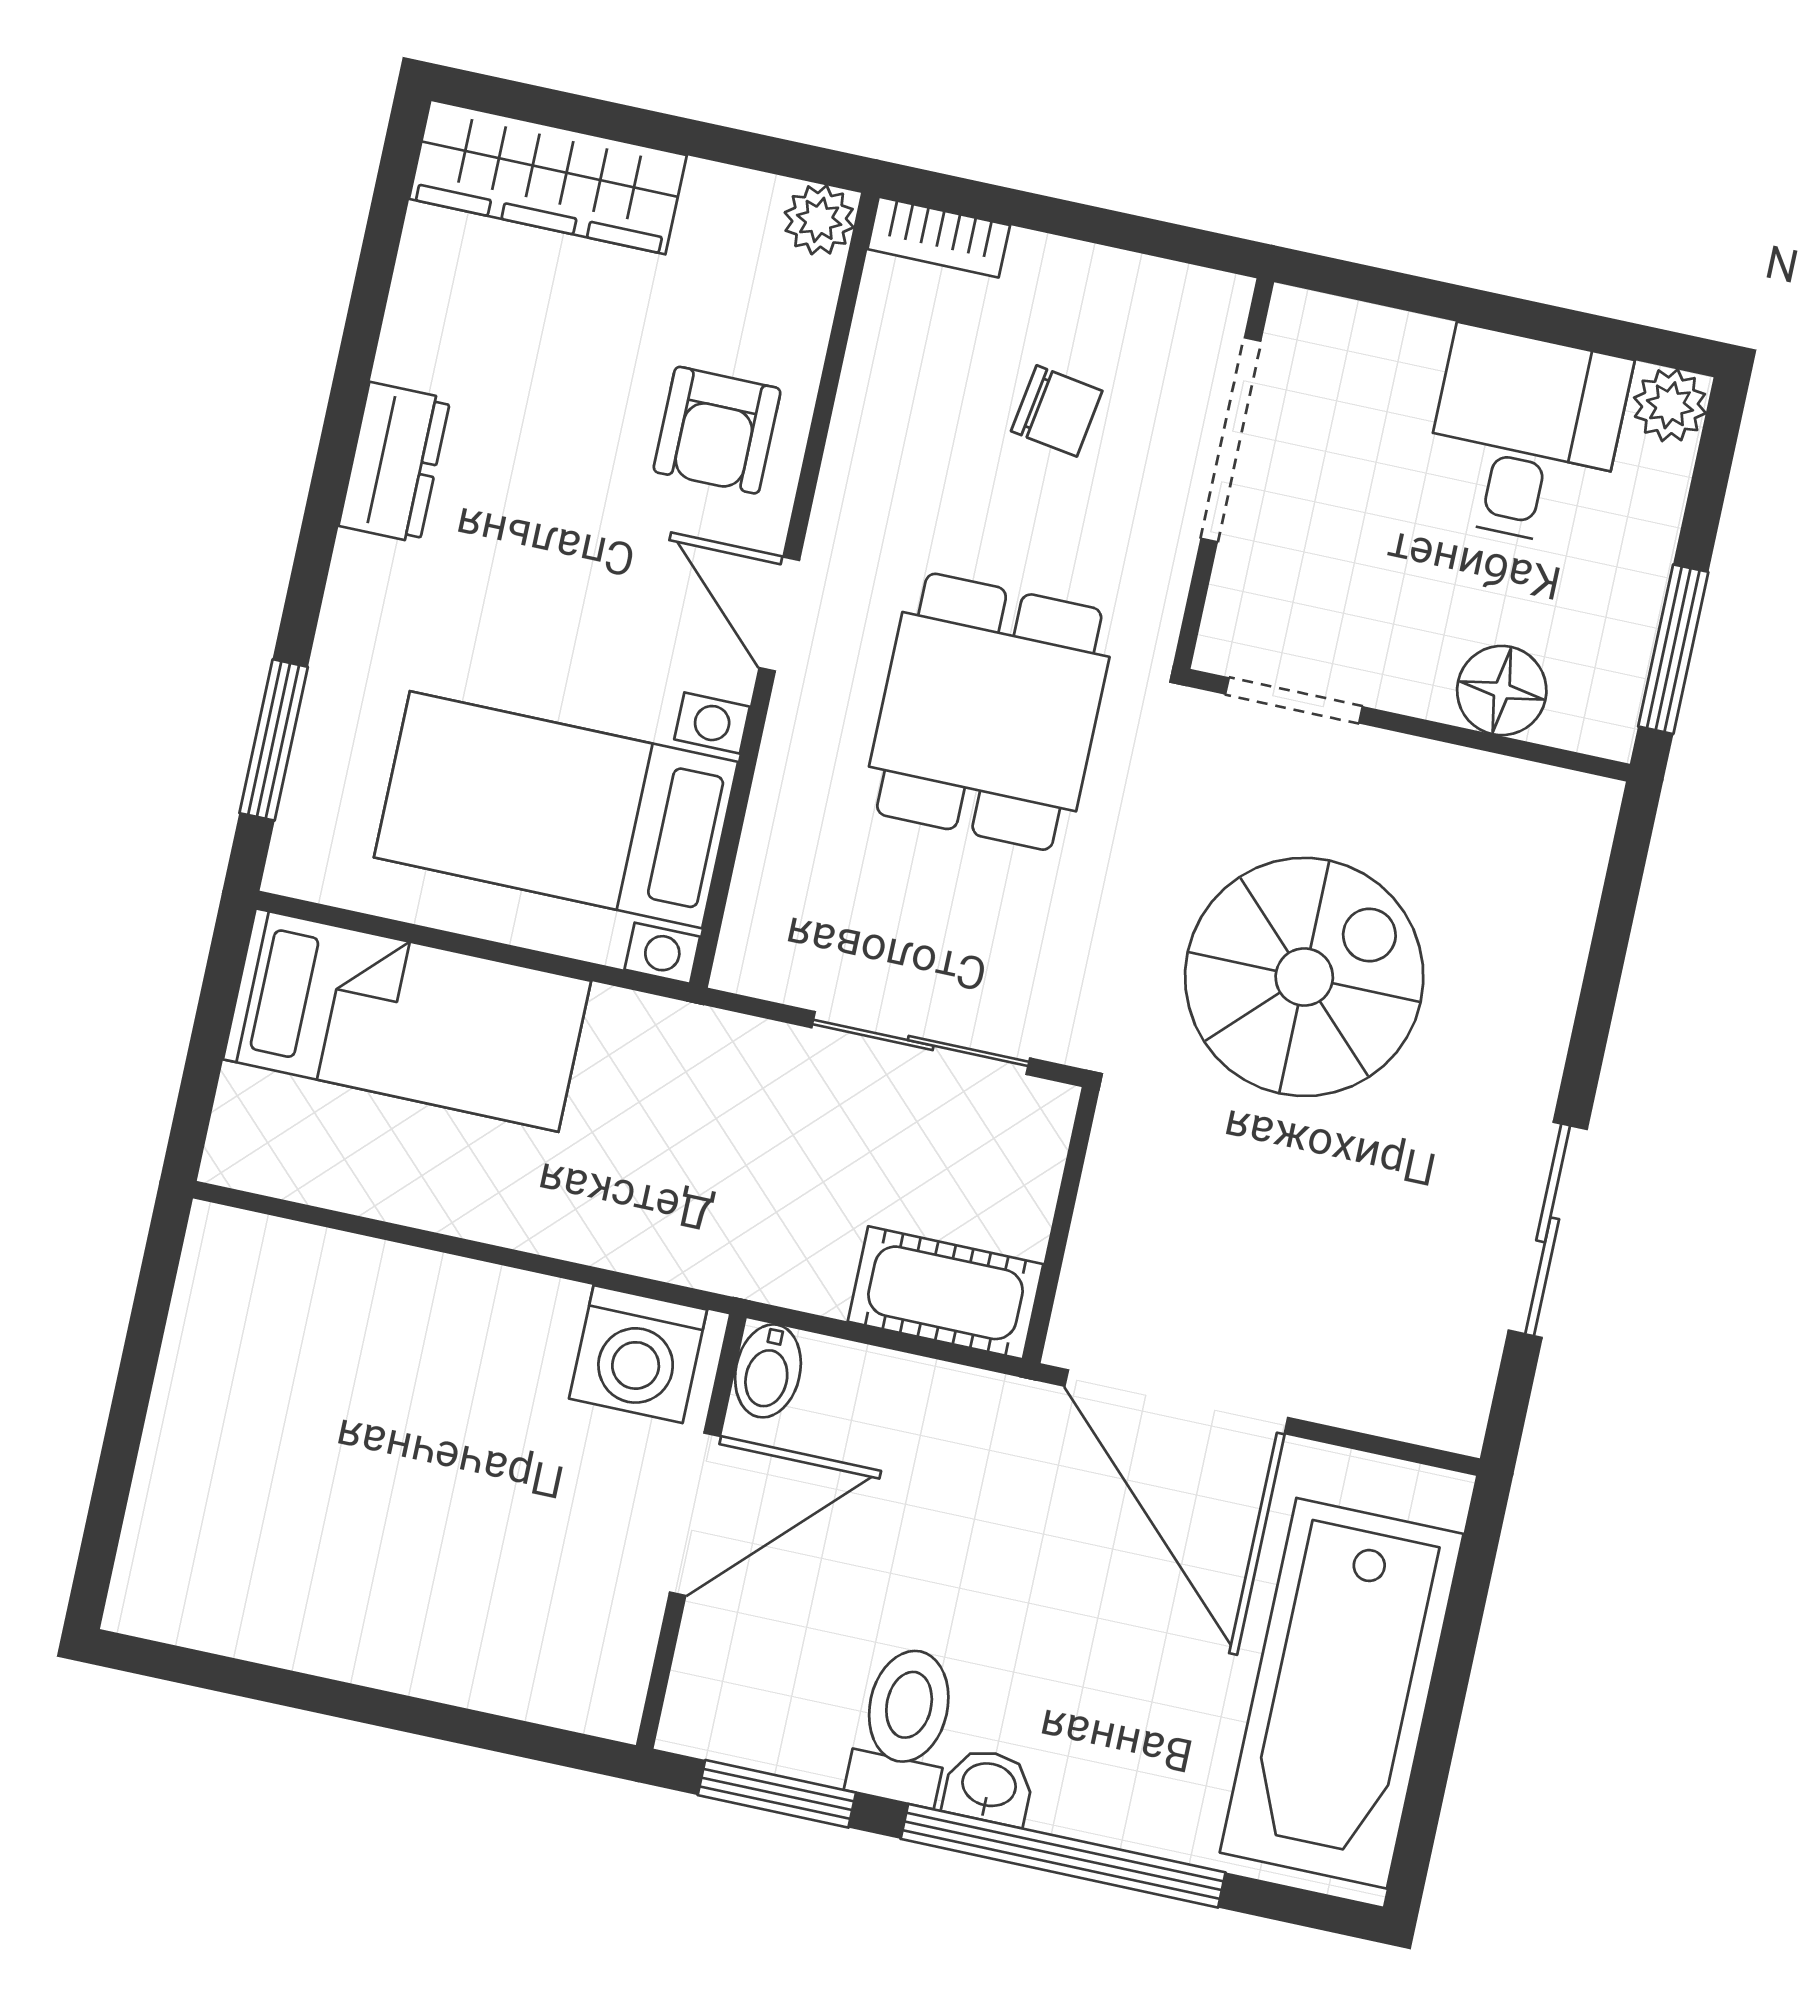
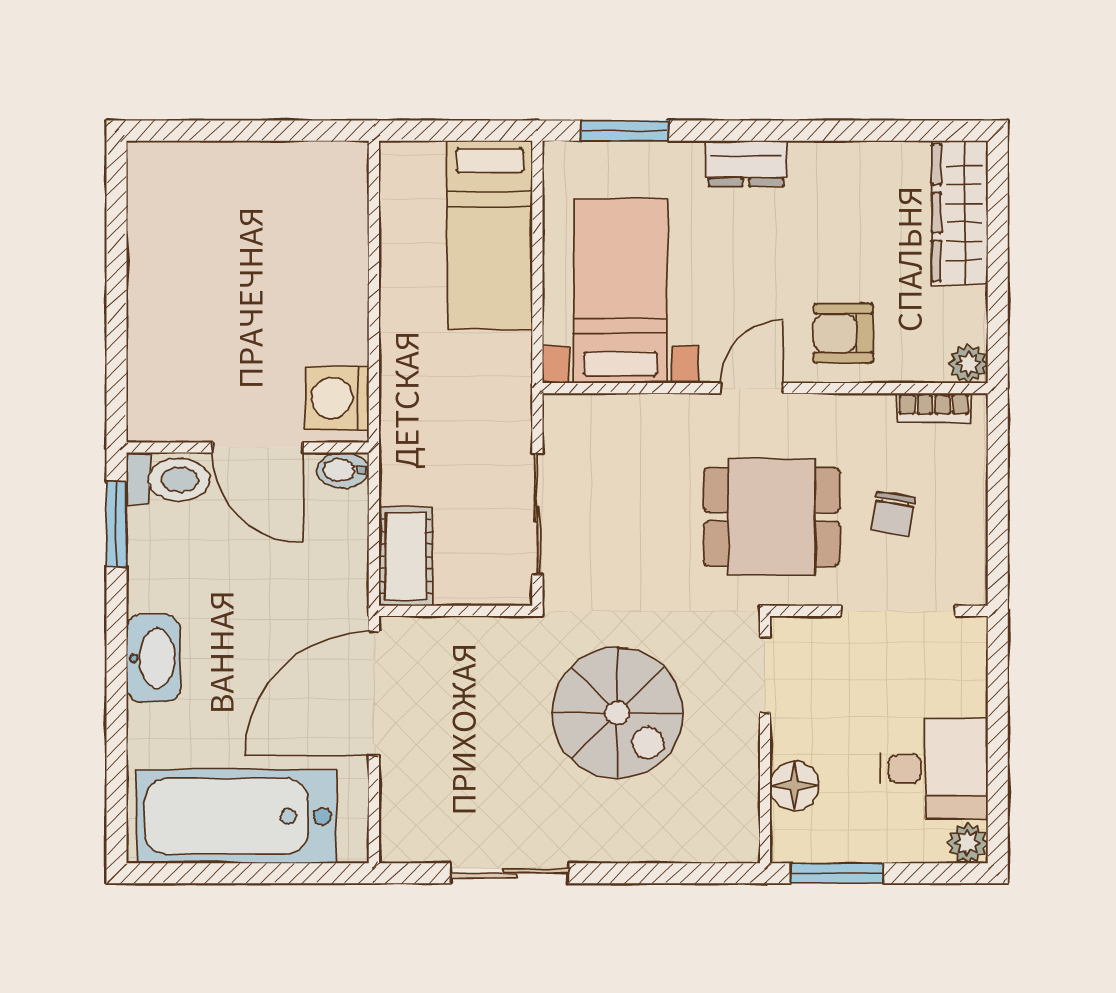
bookcase: (939, 237) -> (934, 408), moved, turned -90
dresser: (394, 462) -> (746, 163), moved
dining table: (989, 712) -> (772, 517), moved
toilet: (905, 1726) -> (168, 480), moved
washbasin: (989, 1787) -> (153, 658), width x1.91, depth x1.45
window: (1063, 1856) -> (116, 685), removed

